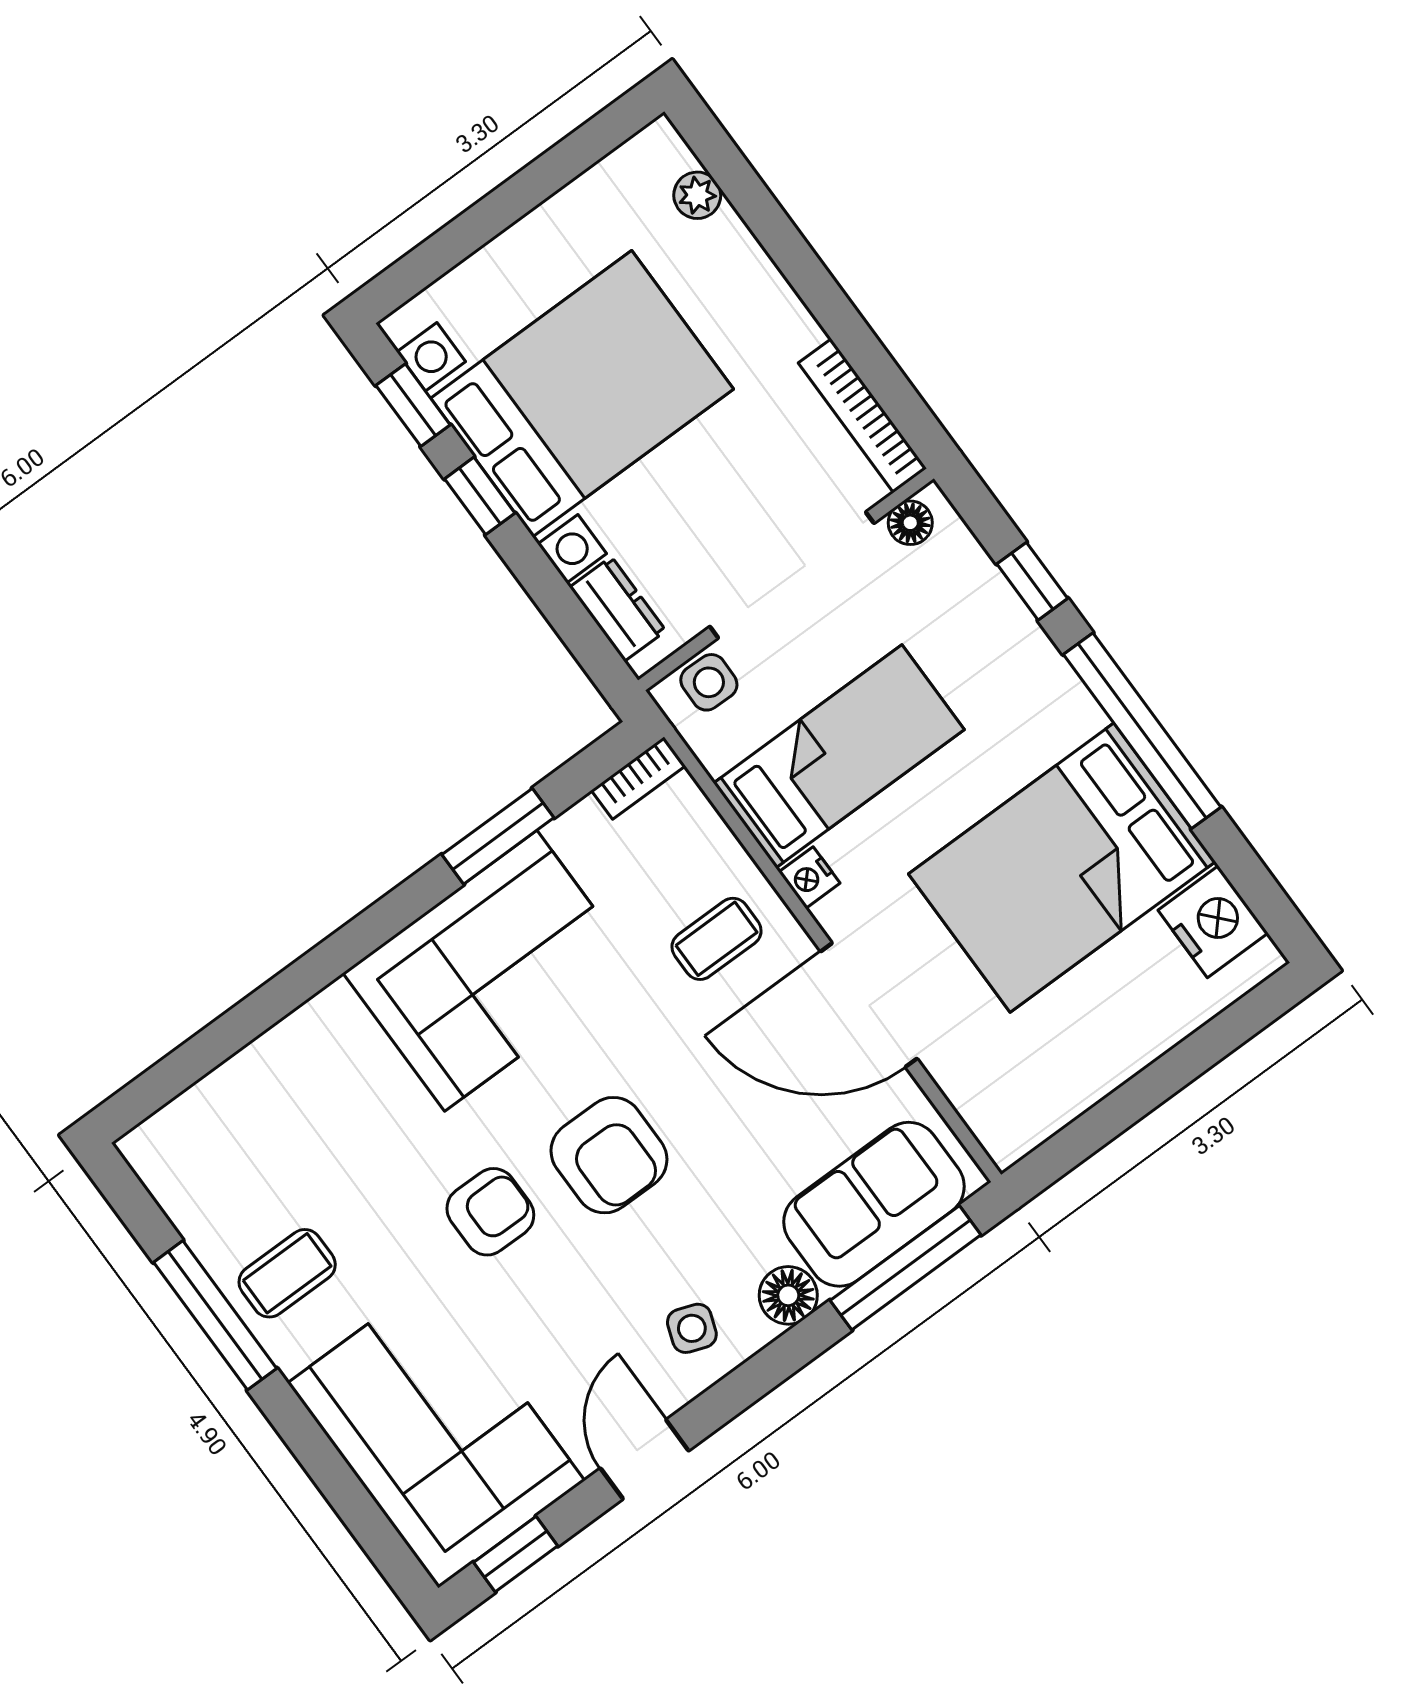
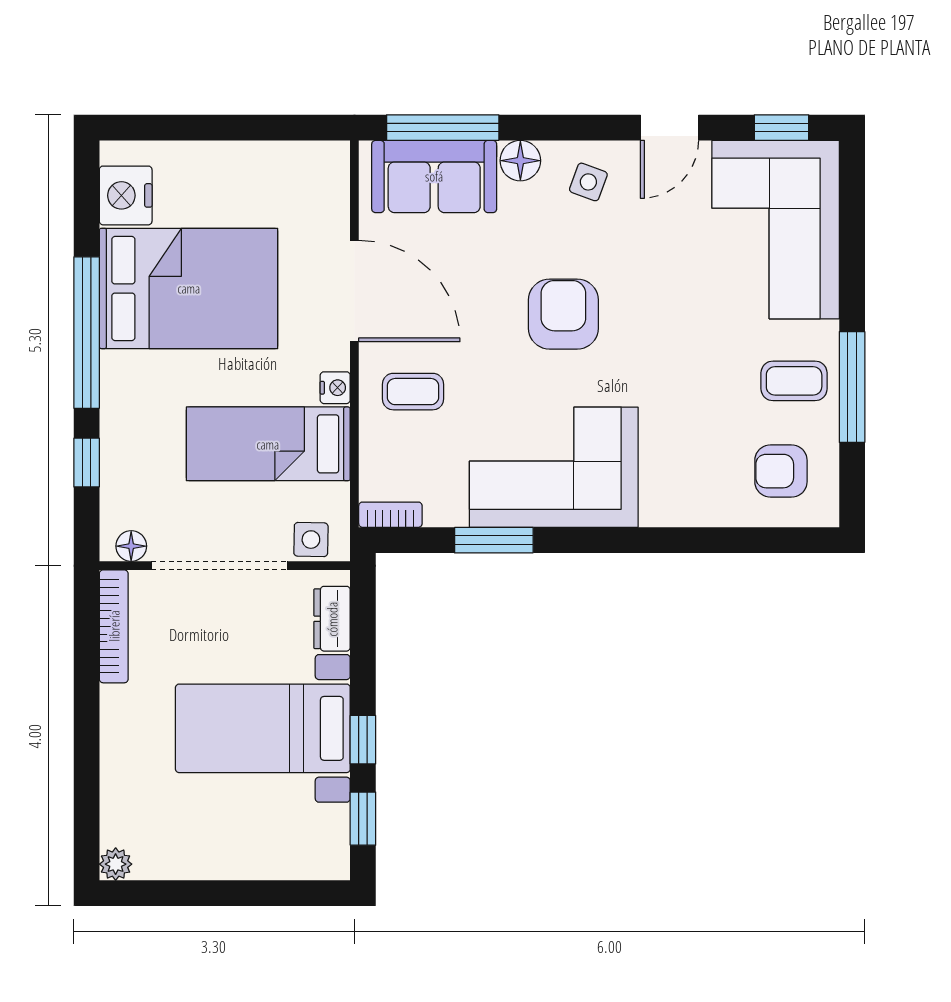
plant: (697, 195) -> (116, 864), moved
bed with nightstands: (582, 394) -> (263, 728), width x0.73
armchair: (490, 1212) -> (781, 471), moved

